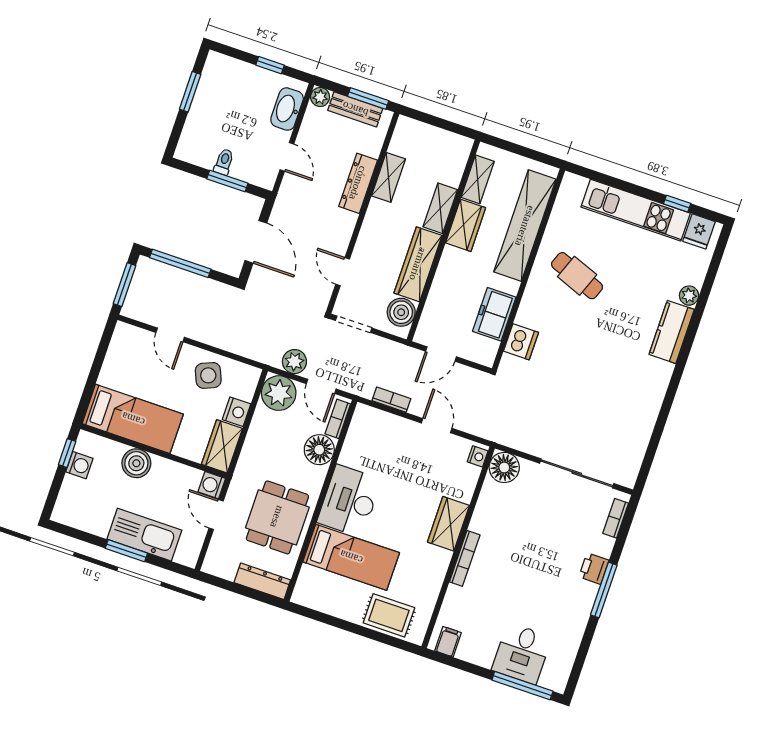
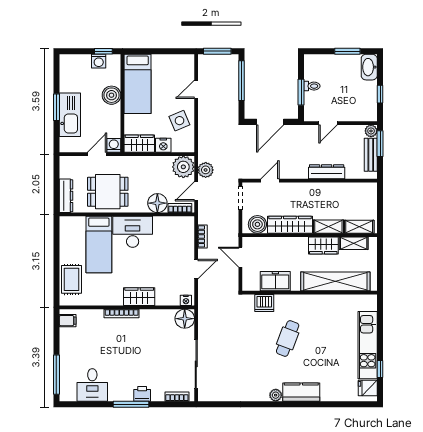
window: (368, 98) -> (380, 144), moved
washbasin: (287, 109) -> (369, 67), moved, turned -90
shelving: (389, 177) -> (359, 227), moved
cafe table: (577, 276) -> (288, 338), moved
plant: (689, 296) -> (276, 395), moved
desk: (522, 653) -> (92, 385), moved, turned -90

